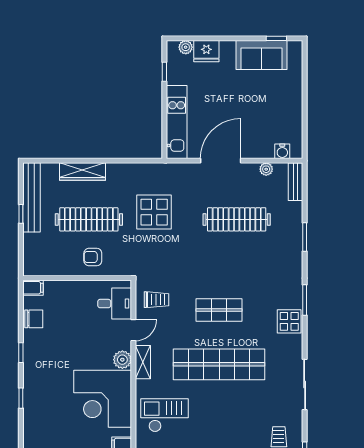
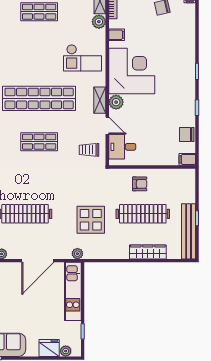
plant: (171, 170) -> (77, 254), added
door: (133, 330) -> (107, 126), swing flipped

